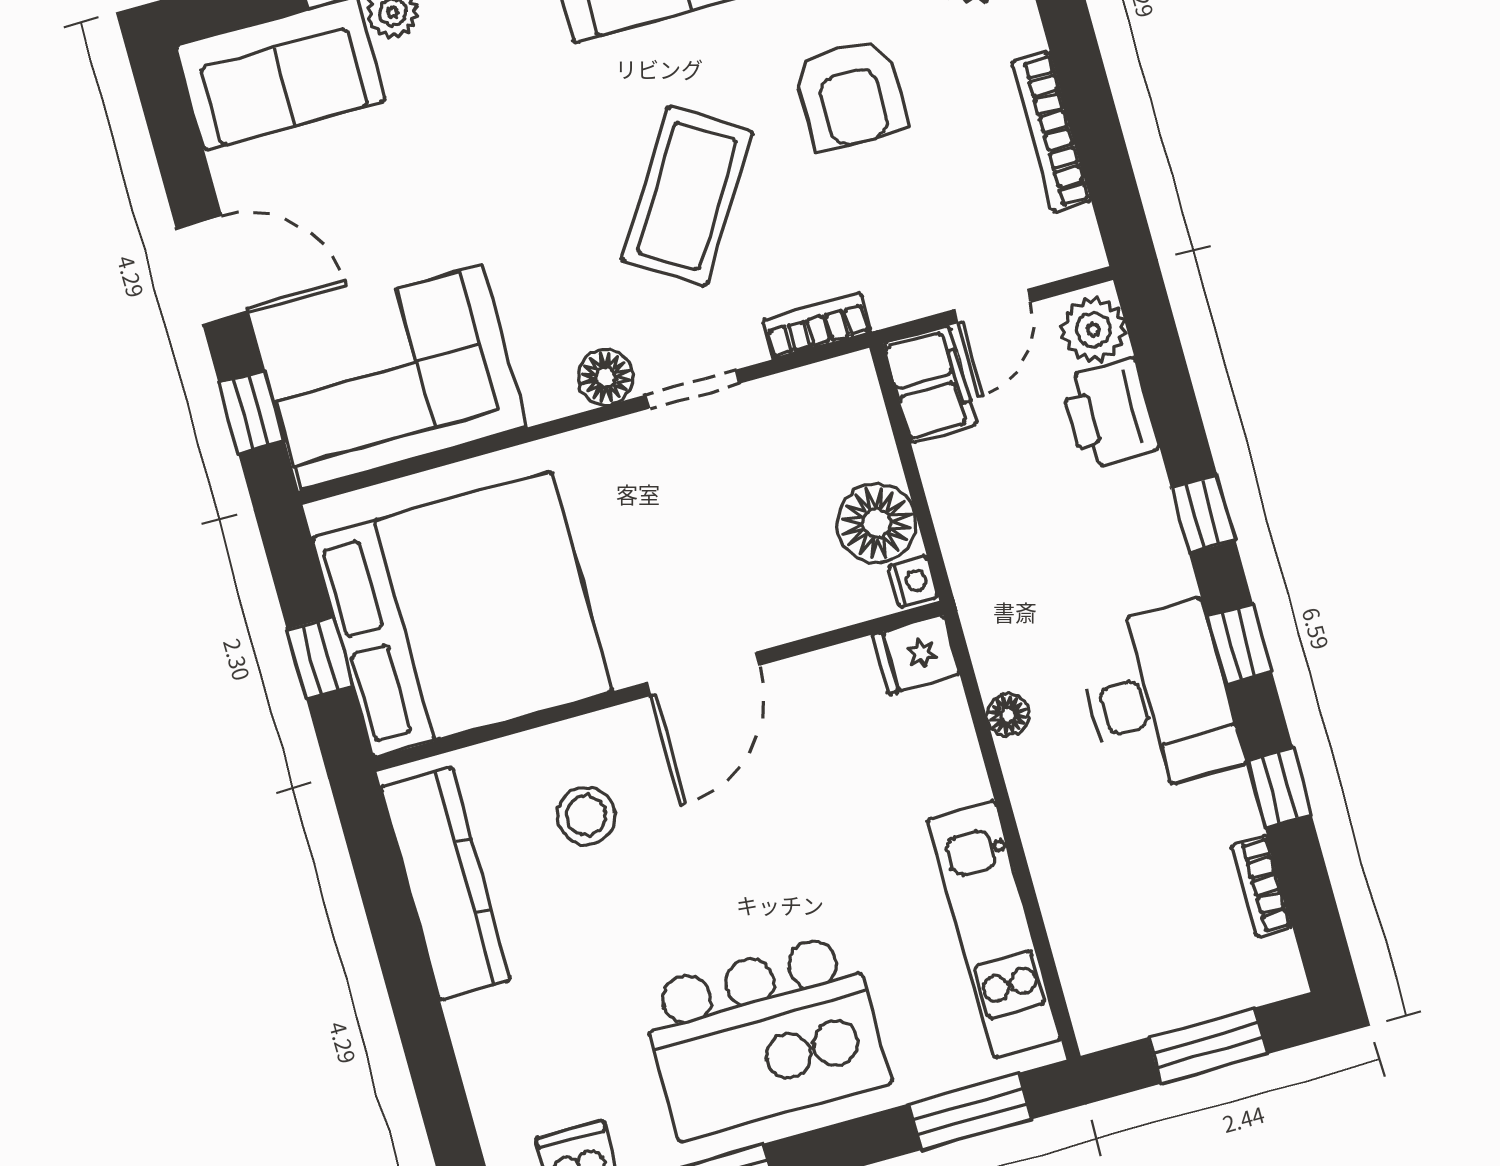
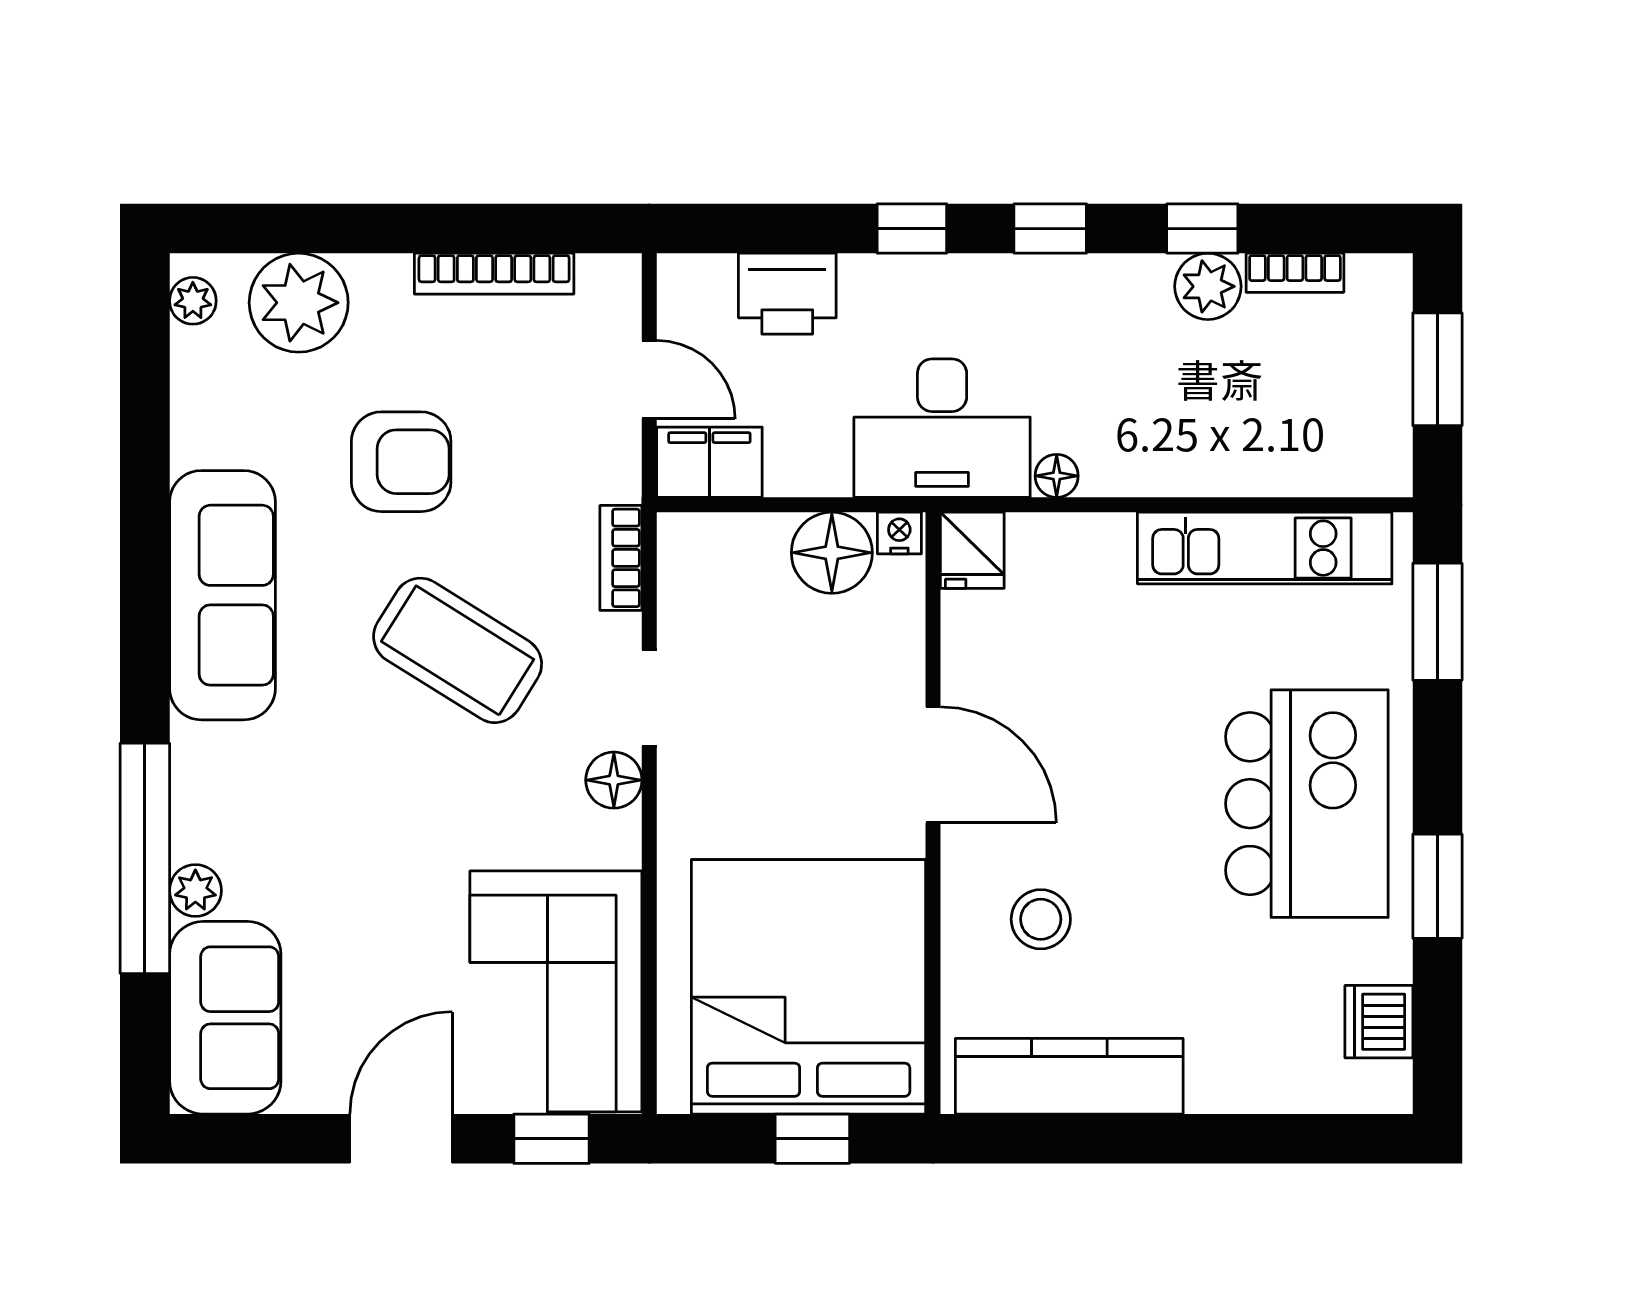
plant: (1093, 330) -> (1208, 286), moved
desk: (1159, 698) -> (942, 428), moved, turned 180

